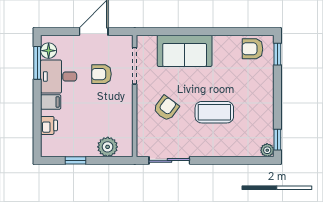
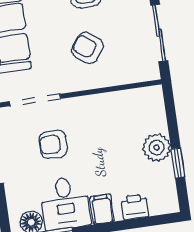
armchair: (101, 74) -> (53, 144), turned 90
plant: (108, 147) -> (157, 147), moved

